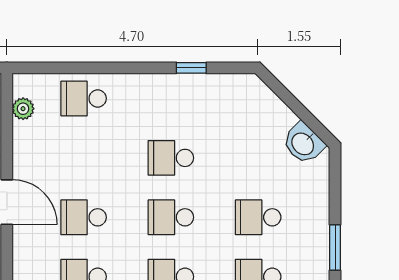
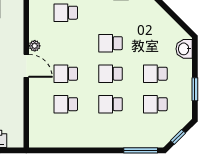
plant: (23, 109) -> (35, 46), moved
washbasin: (303, 143) -> (184, 49), moved, turned 45

